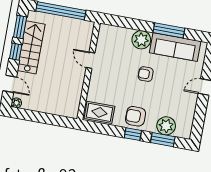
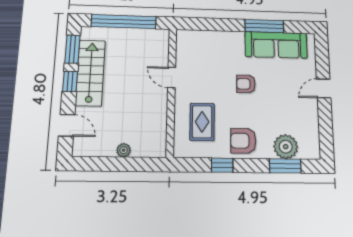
plant: (141, 40) -> (232, 42), removed
plant: (16, 103) -> (124, 150), moved
rug: (99, 112) -> (202, 122), moved, turned 90
window: (133, 134) -> (222, 165), moved

